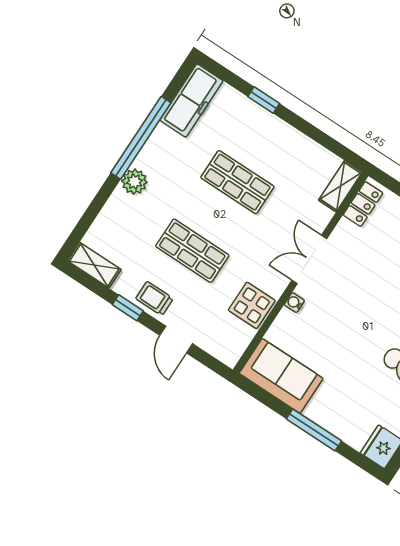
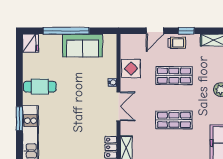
door: (176, 339) -> (155, 31), swing flipped
sofa: (281, 376) -> (83, 45), moved
window: (314, 430) -> (66, 31), width x1.46

